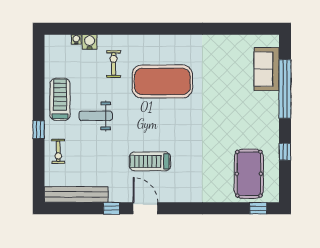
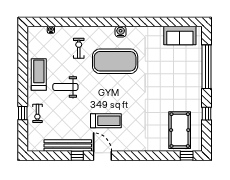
water cooler: (90, 42) -> (121, 32), moved
sofa: (267, 69) -> (180, 36), moved, turned -90
window: (39, 130) -> (23, 113), moved
treadmill: (150, 161) -> (106, 121), turned 180
bench: (76, 195) -> (68, 146), moved

